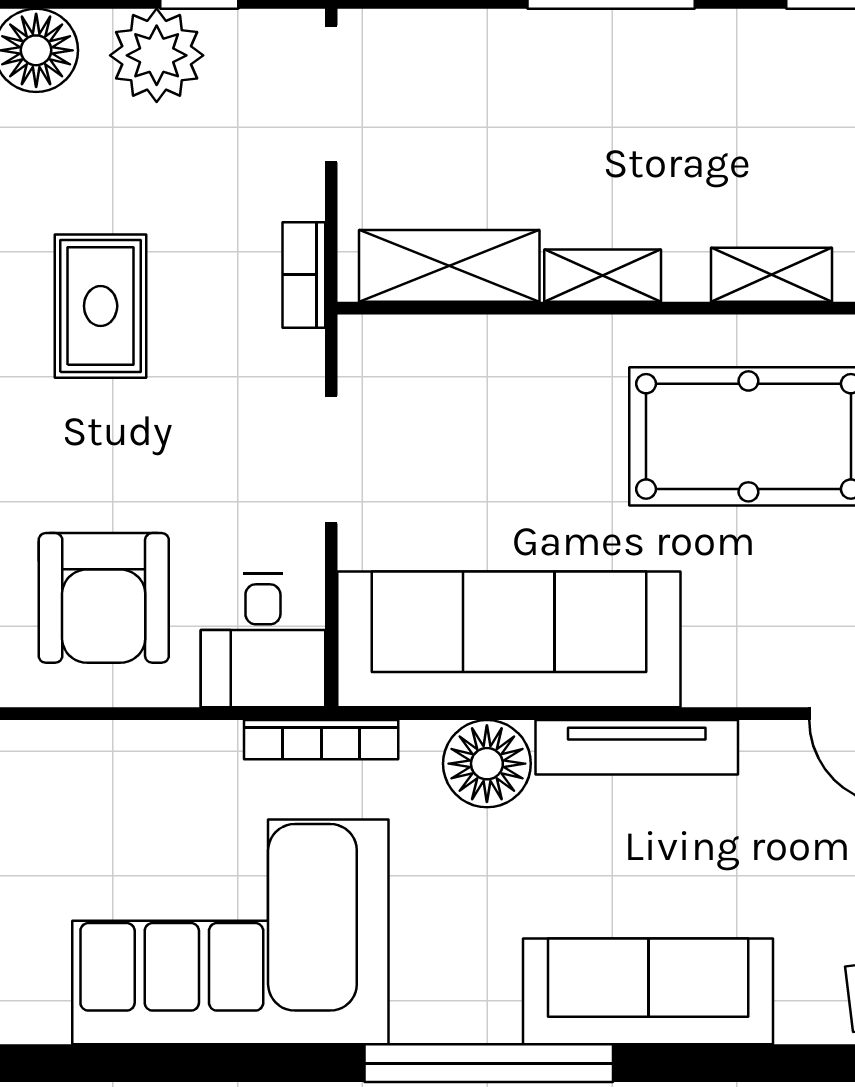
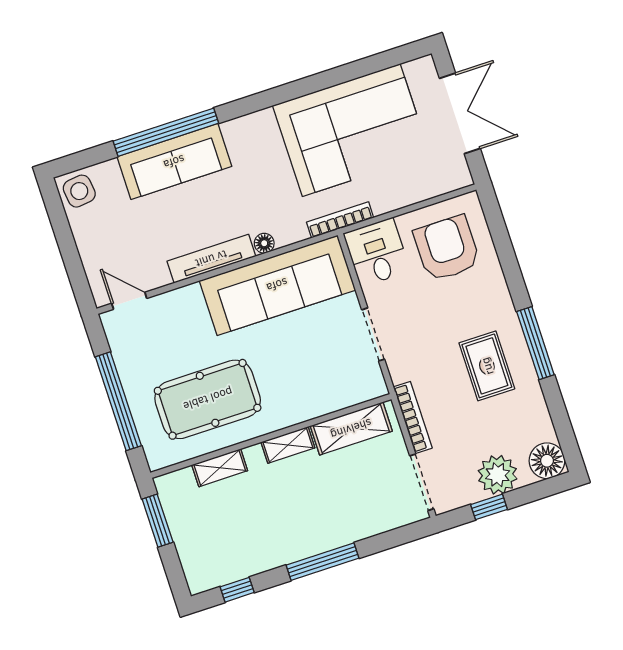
bookcase: (304, 275) -> (413, 418), width x1.56
floor lamp: (487, 764) -> (264, 243), width x0.53, depth x0.53
window: (489, 1063) -> (166, 132), moved

